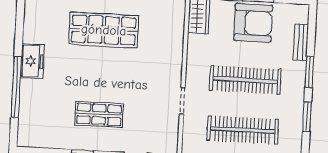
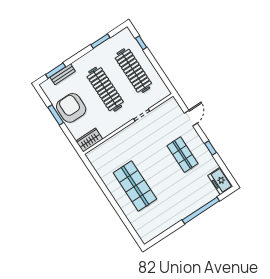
freezer: (32, 61) -> (220, 181), moved, turned -90
window: (309, 72) -> (56, 71), moved

